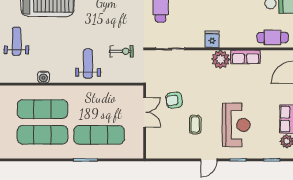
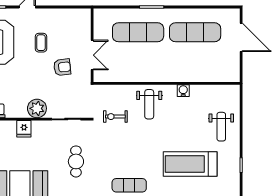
plant: (221, 59) -> (37, 108), moved
water cooler: (43, 77) -> (183, 91), moved
exercise mat: (42, 109) -> (195, 58), removed
double door: (145, 112) -> (92, 55), swing flipped

